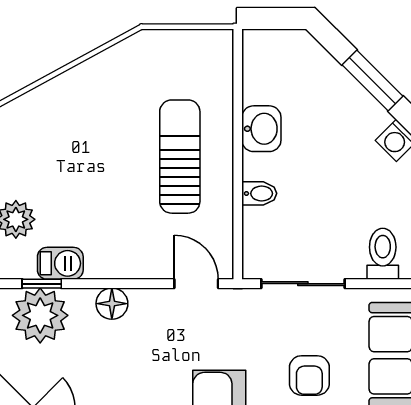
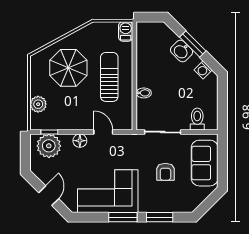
washbasin: (261, 129) -> (181, 51), moved, turned 135
parasol: (86, 136) -> (68, 68), added
barbecue: (60, 263) -> (126, 31), moved, turned -90
door: (196, 284) -> (103, 132), moved

